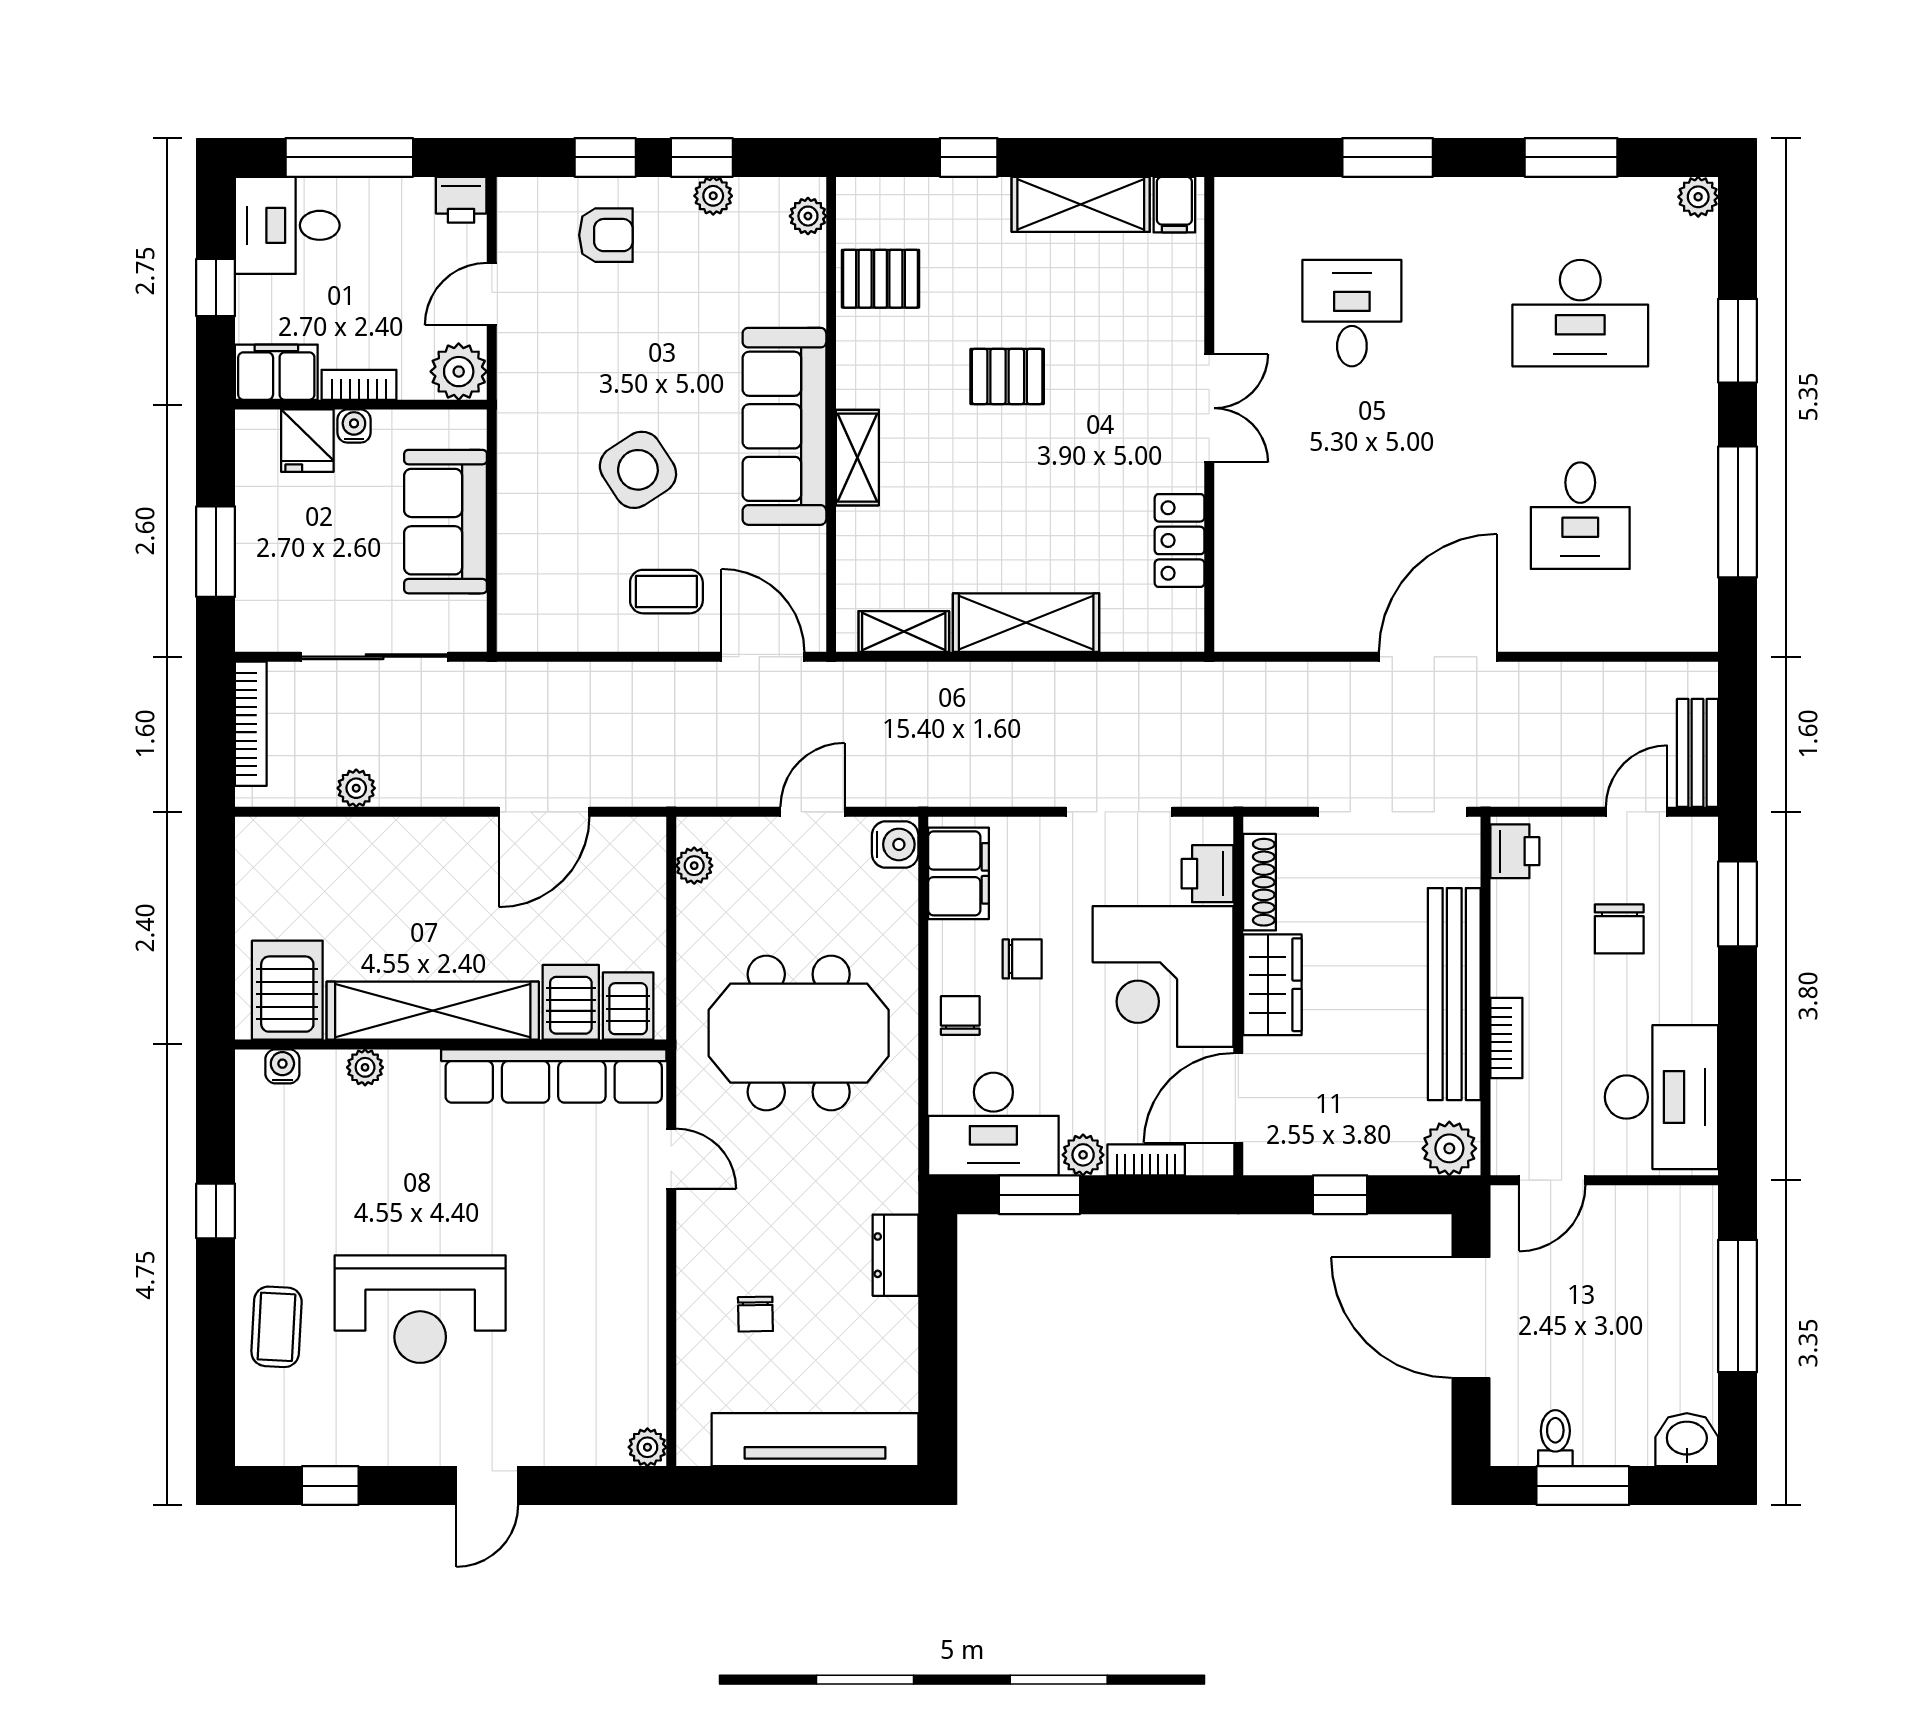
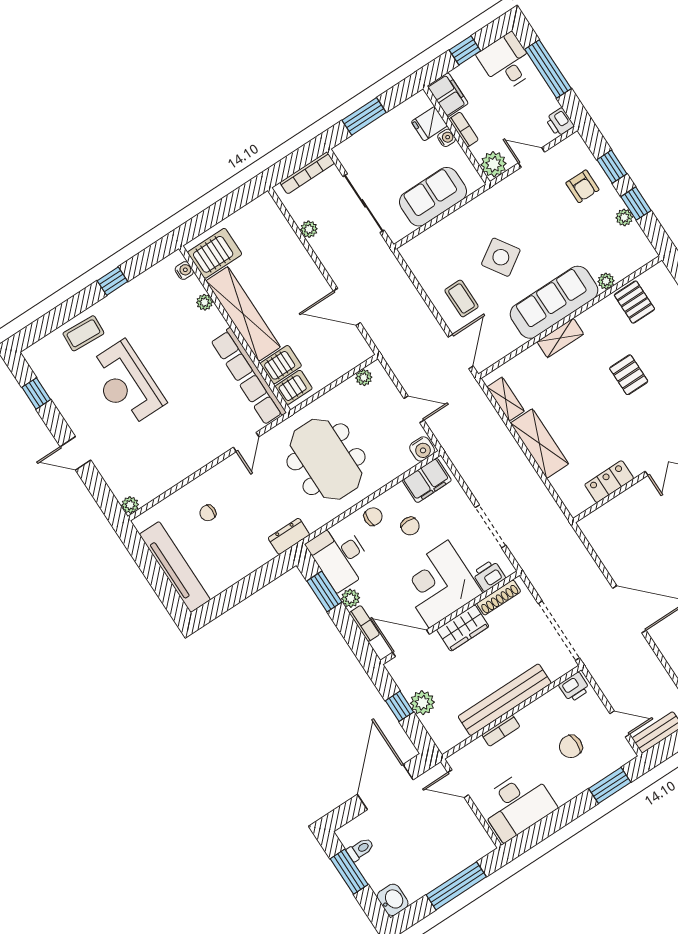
plant: (808, 216) -> (606, 281), moved
plant: (1449, 1148) -> (422, 703), moved
dresser: (896, 1255) -> (289, 536), moved

